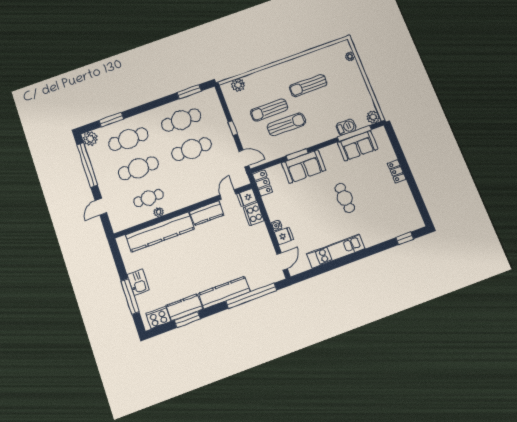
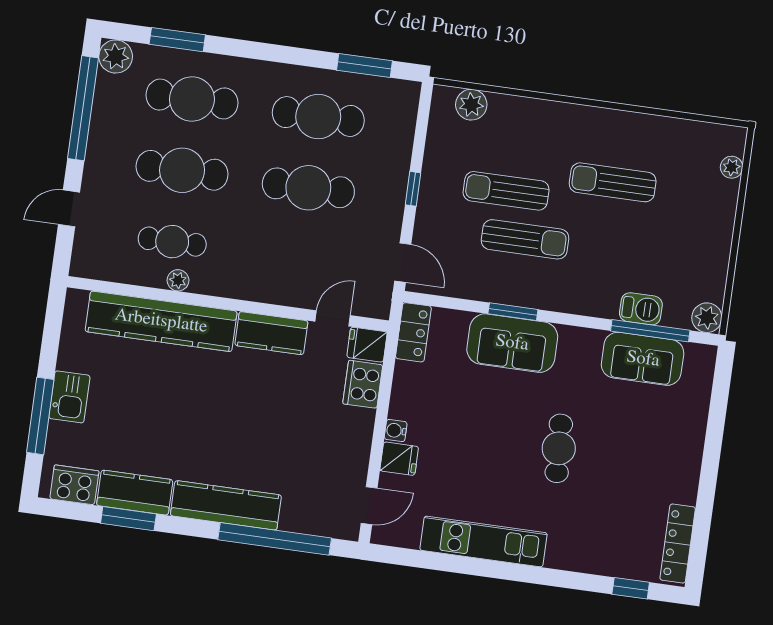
locker: (397, 171) -> (678, 544), moved, width x1.53

